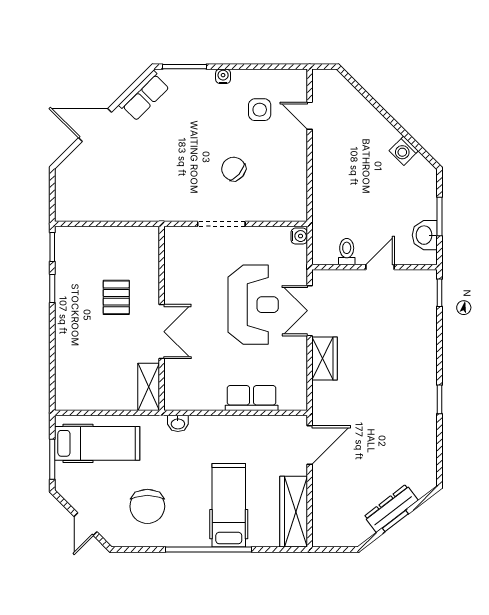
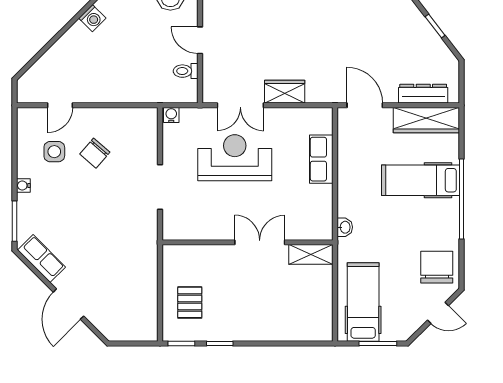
chair: (234, 169) -> (95, 153), moved
pallet: (116, 297) -> (190, 302), moved, turned 90
chair: (147, 506) -> (437, 267), moved, turned -90
dresser: (391, 508) -> (423, 94), moved, turned 128

